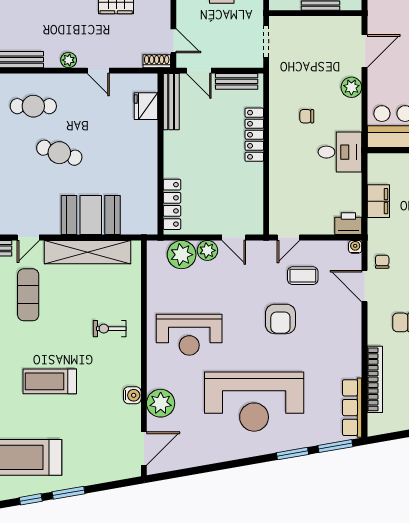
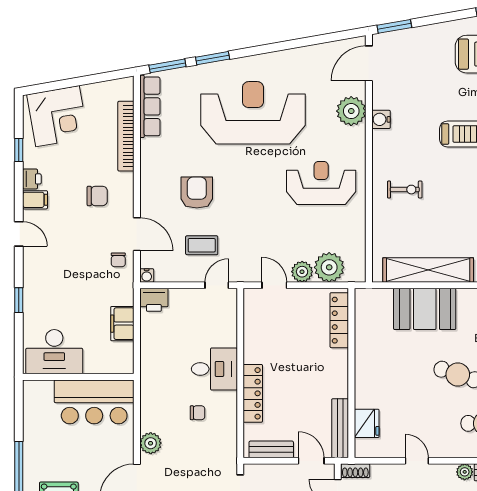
plant: (69, 60) -> (465, 472), moved
desk: (340, 152) -> (214, 369), moved, turned 180
armchair: (280, 319) -> (197, 193), moved
window: (68, 493) -> (394, 26), moved

